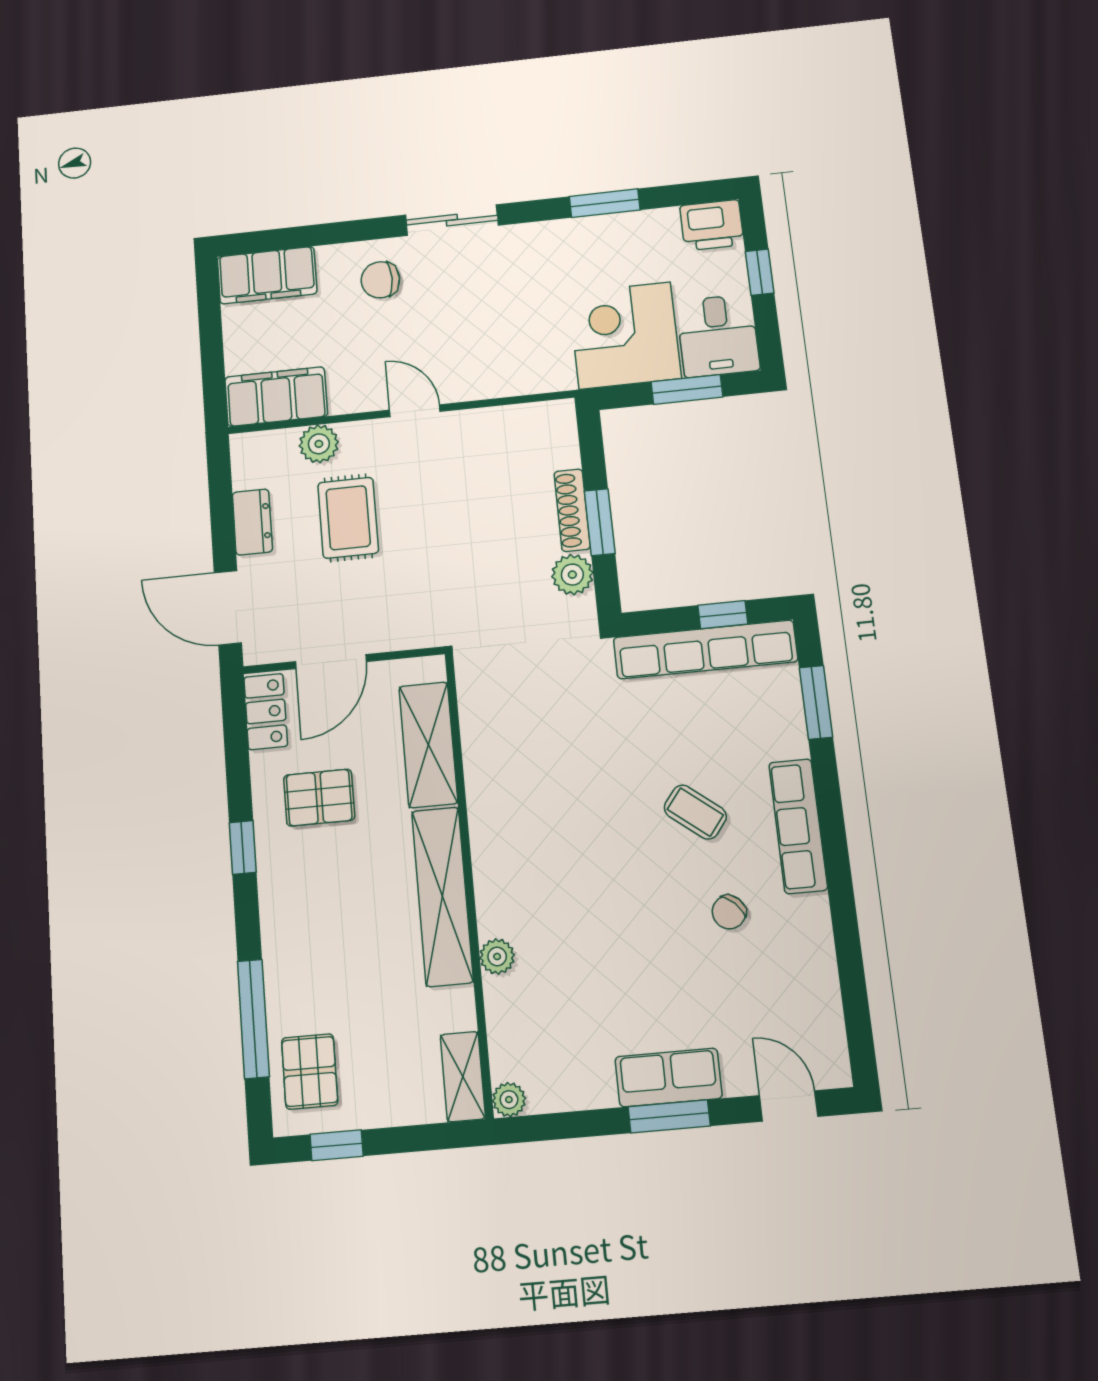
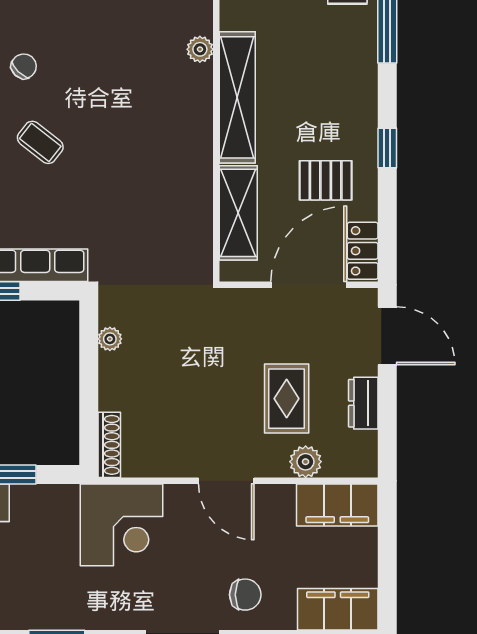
corner desk: (625, 335) -> (121, 525), moved
door: (415, 411) -> (226, 481), width x1.38
shoe rack: (572, 510) -> (109, 445), moved
window: (600, 522) -> (89, 374), removed
plant: (572, 575) -> (110, 339), width x0.73, depth x0.73
door: (331, 662) -> (309, 285), width x1.36

